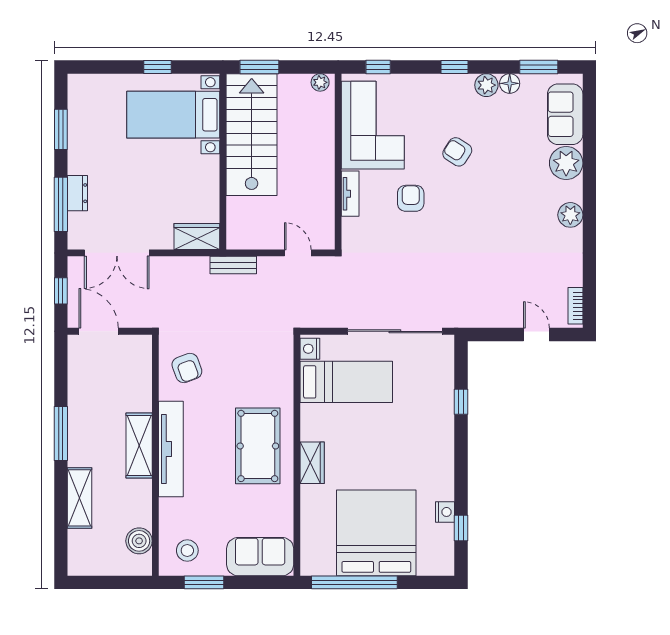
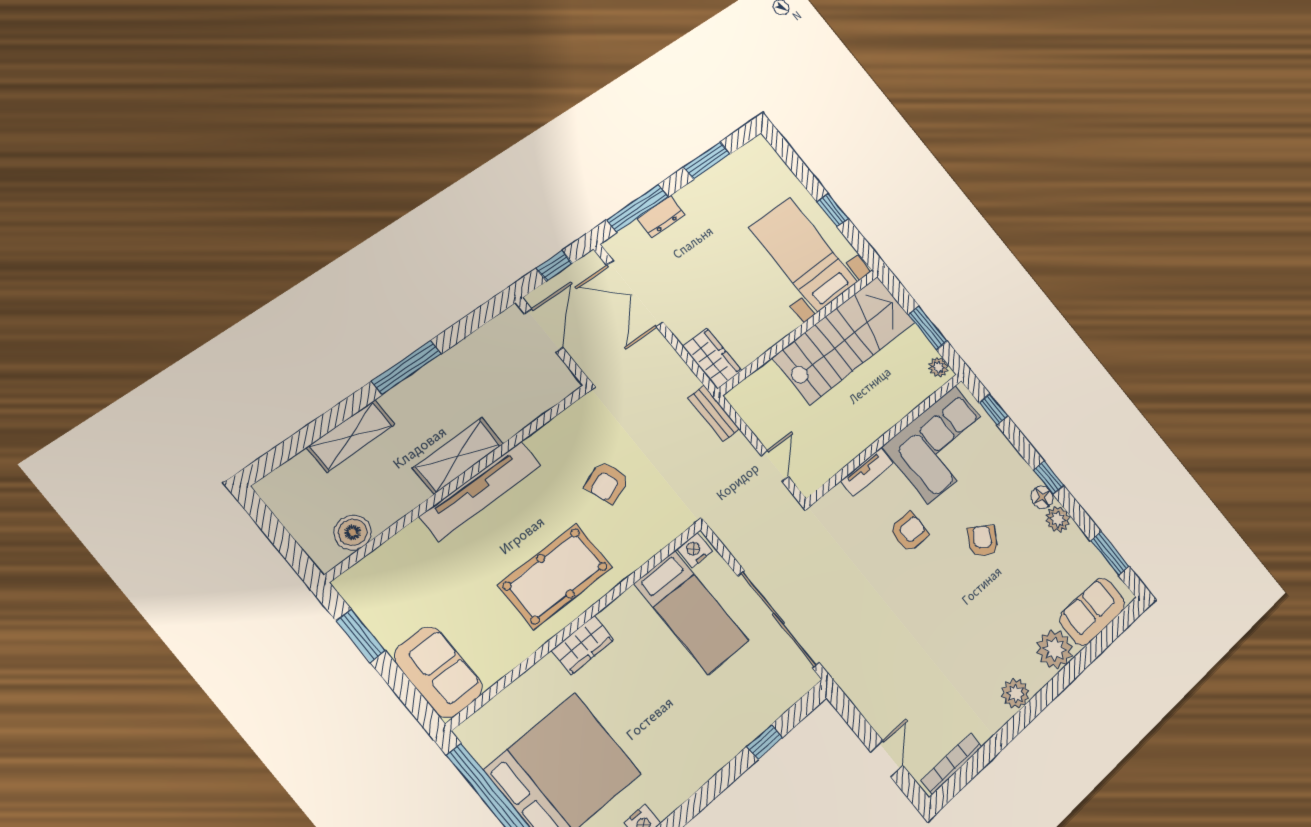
window: (259, 67) -> (928, 328), moved
floor lamp: (510, 83) -> (1042, 497), moved
bookcase: (575, 306) -> (952, 764), width x1.56
armchair: (187, 368) -> (607, 482), moved
stool: (187, 550) -> (383, 591), removed

